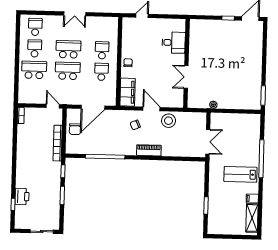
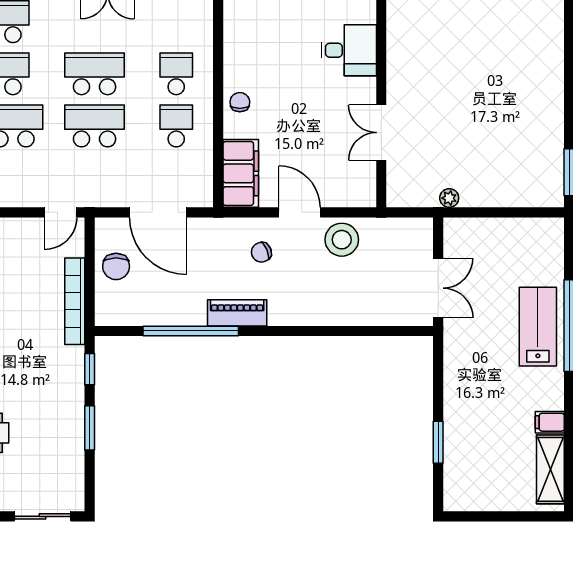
door: (53, 106) -> (61, 212), swing flipped
door: (93, 107) -> (158, 212), hinge flipped
piano: (149, 150) -> (237, 313), moved
lab bench: (240, 174) -> (538, 327), moved, turned 90

